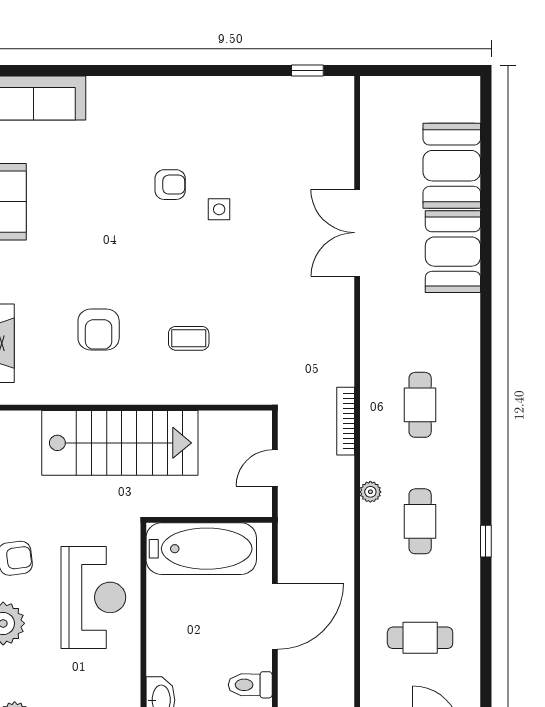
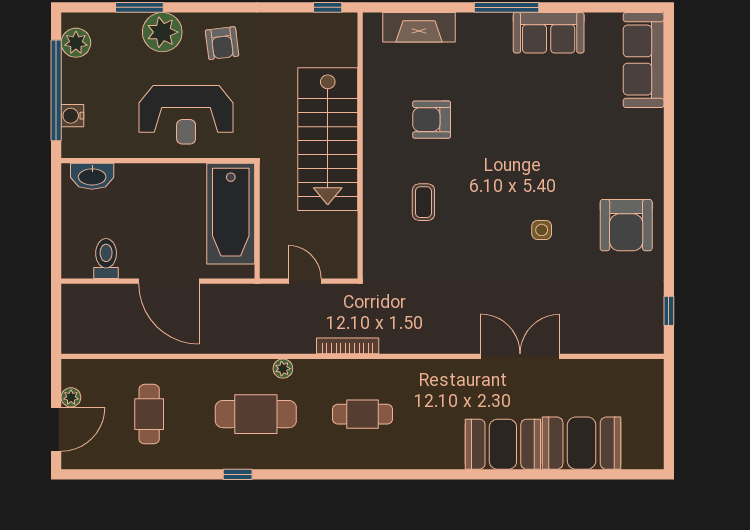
armchair: (170, 185) -> (626, 225), moved, width x1.88, depth x1.88
cafe table: (420, 521) -> (256, 414), width x1.37, depth x1.35

